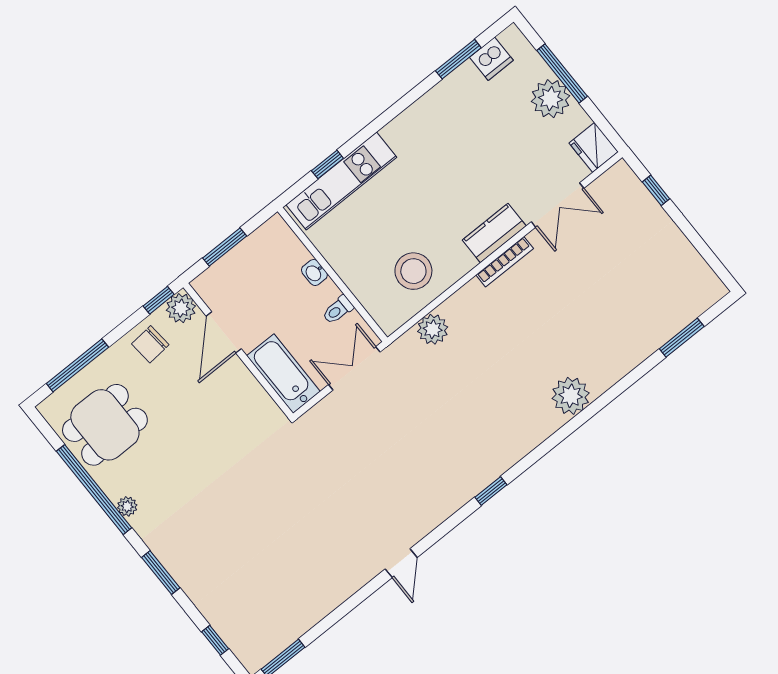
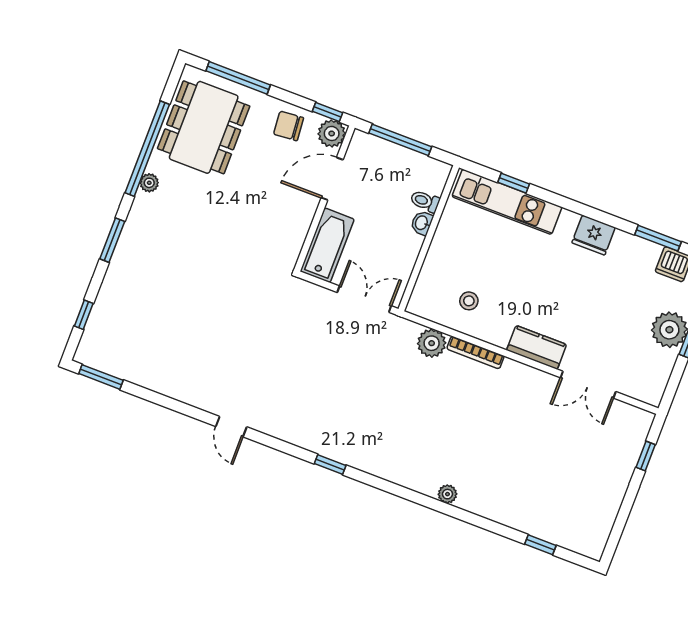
fridge: (594, 147) -> (594, 235), moved, turned -90
window: (225, 247) -> (400, 140), width x1.44
bookcase: (505, 262) -> (475, 352), moved
stool: (413, 271) -> (469, 301), width x0.53, depth x0.53
toilet: (338, 310) -> (425, 201), moved
window: (682, 338) -> (540, 545), width x0.67
plant: (571, 396) -> (447, 494), width x0.53, depth x0.53
dining table: (105, 425) -> (204, 127), width x1.38
door: (401, 563) -> (231, 427), hinge flipped

